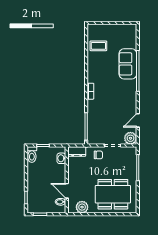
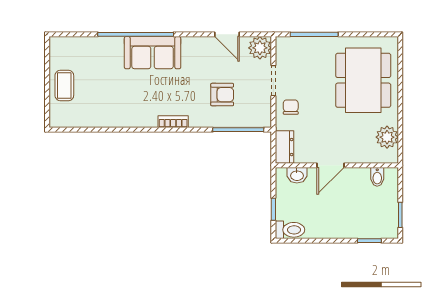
coffee table: (98, 46) -> (64, 85), moved
sofa: (128, 64) -> (153, 53), moved
armchair: (105, 118) -> (222, 95), added
door: (67, 191) -> (330, 165), moved

